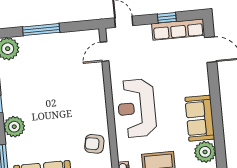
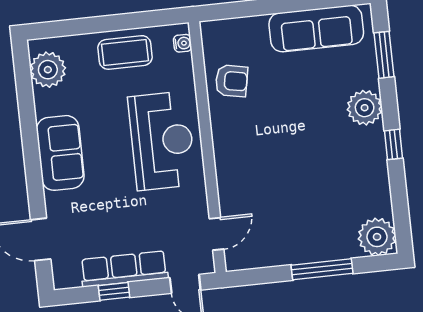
row of seats: (178, 30) -> (124, 269), moved
sofa: (200, 118) -> (60, 153), moved

